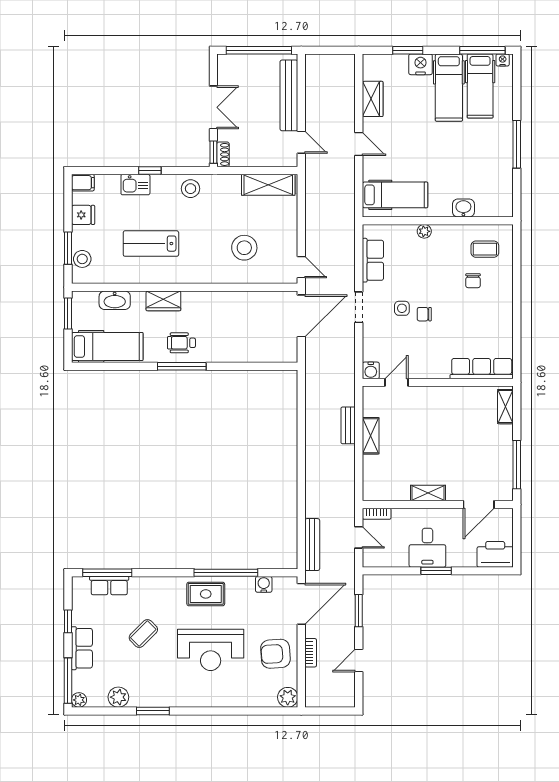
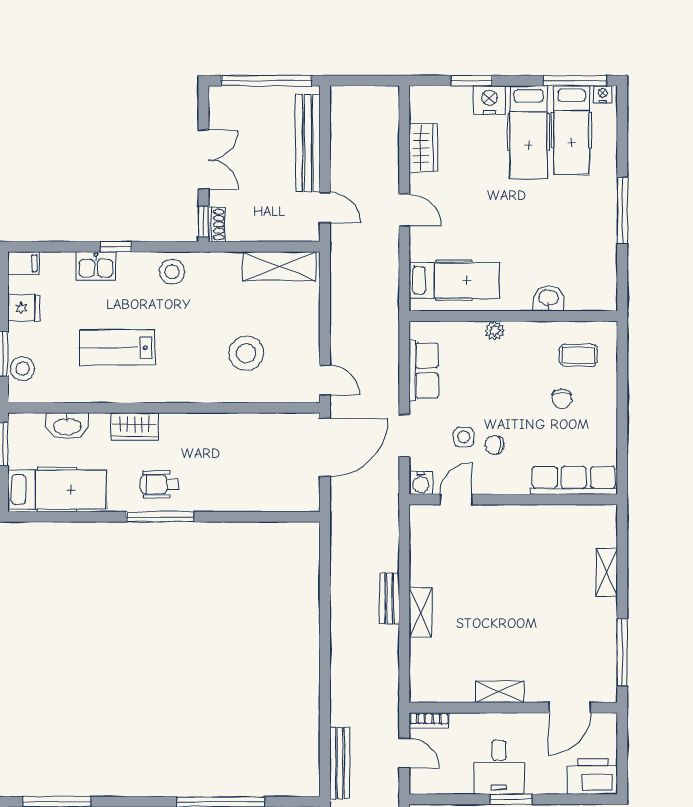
row of seats: (482, 369) -> (574, 480), moved
water cooler: (371, 370) -> (421, 483), moved
door: (396, 382) -> (456, 499), moved
wall: (438, 382) -> (513, 499), moved

